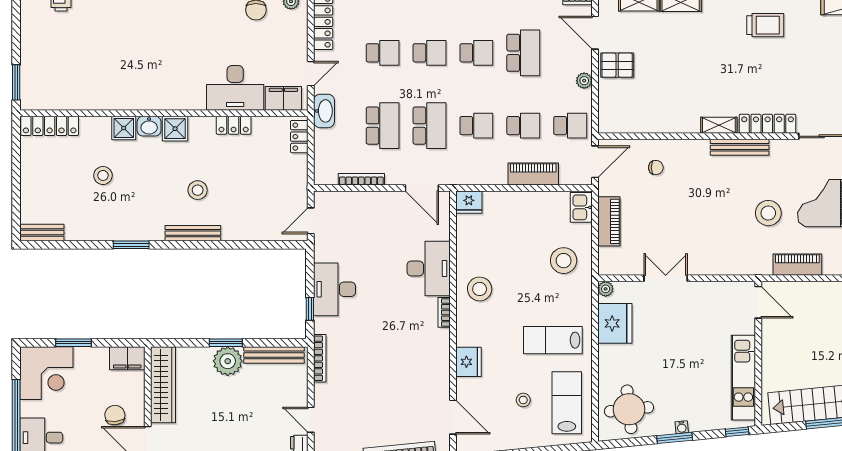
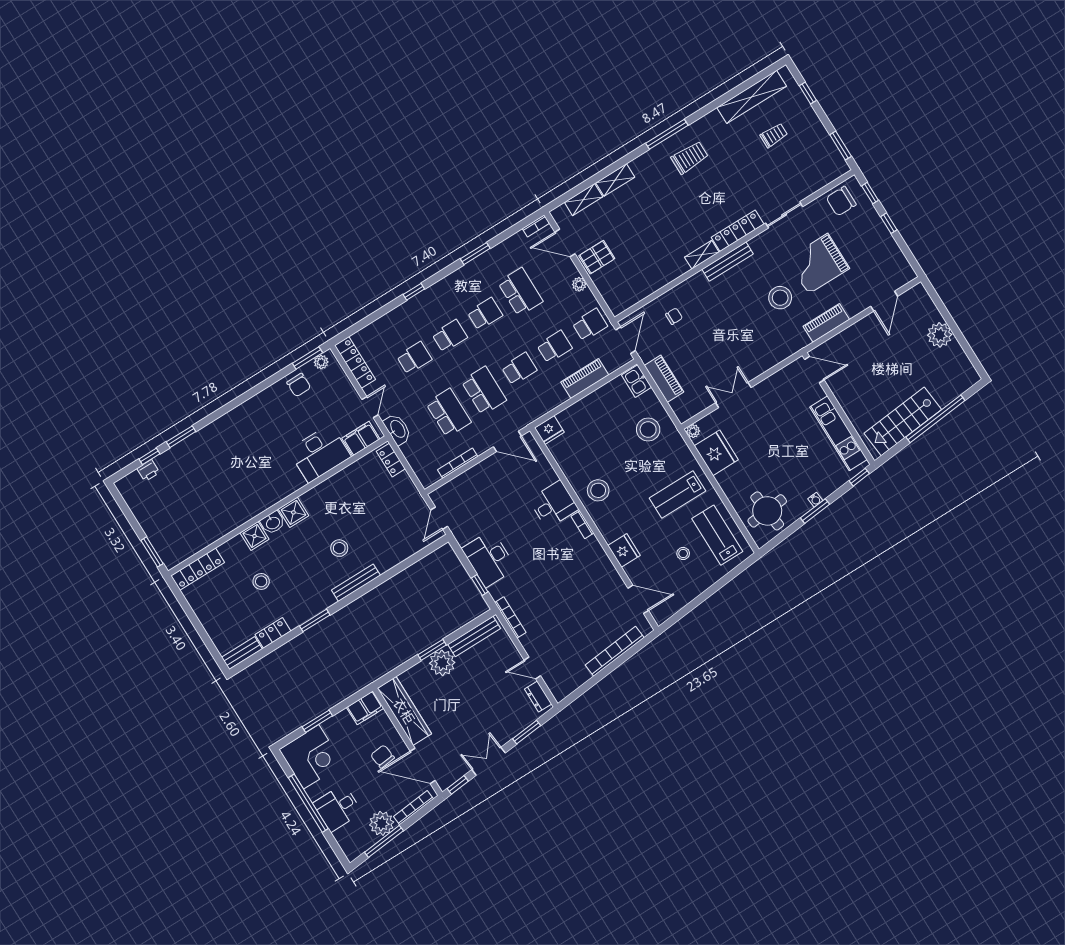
locker: (234, 125) -> (273, 633), moved, turned 180
desk: (429, 269) -> (554, 504), width x0.73

